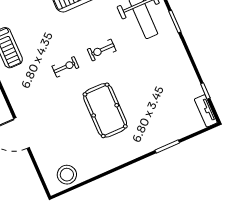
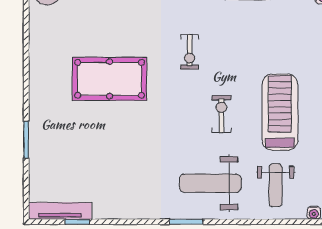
exercise bike: (102, 50) -> (221, 114), moved
tv unit: (206, 111) -> (60, 211), width x1.41

